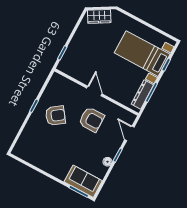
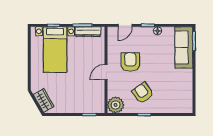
plant: (58, 83) -> (116, 105), added
sofa: (83, 181) -> (184, 48), width x1.36

